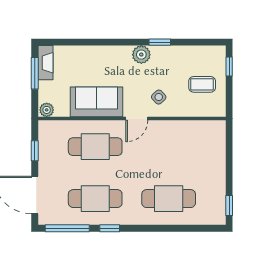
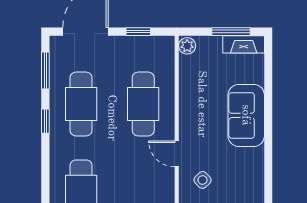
window: (160, 42) -> (268, 181), removed
plant: (141, 55) -> (253, 159), removed
sofa: (96, 102) -> (246, 115), moved, turned 180
window: (67, 228) -> (45, 70), width x0.69

